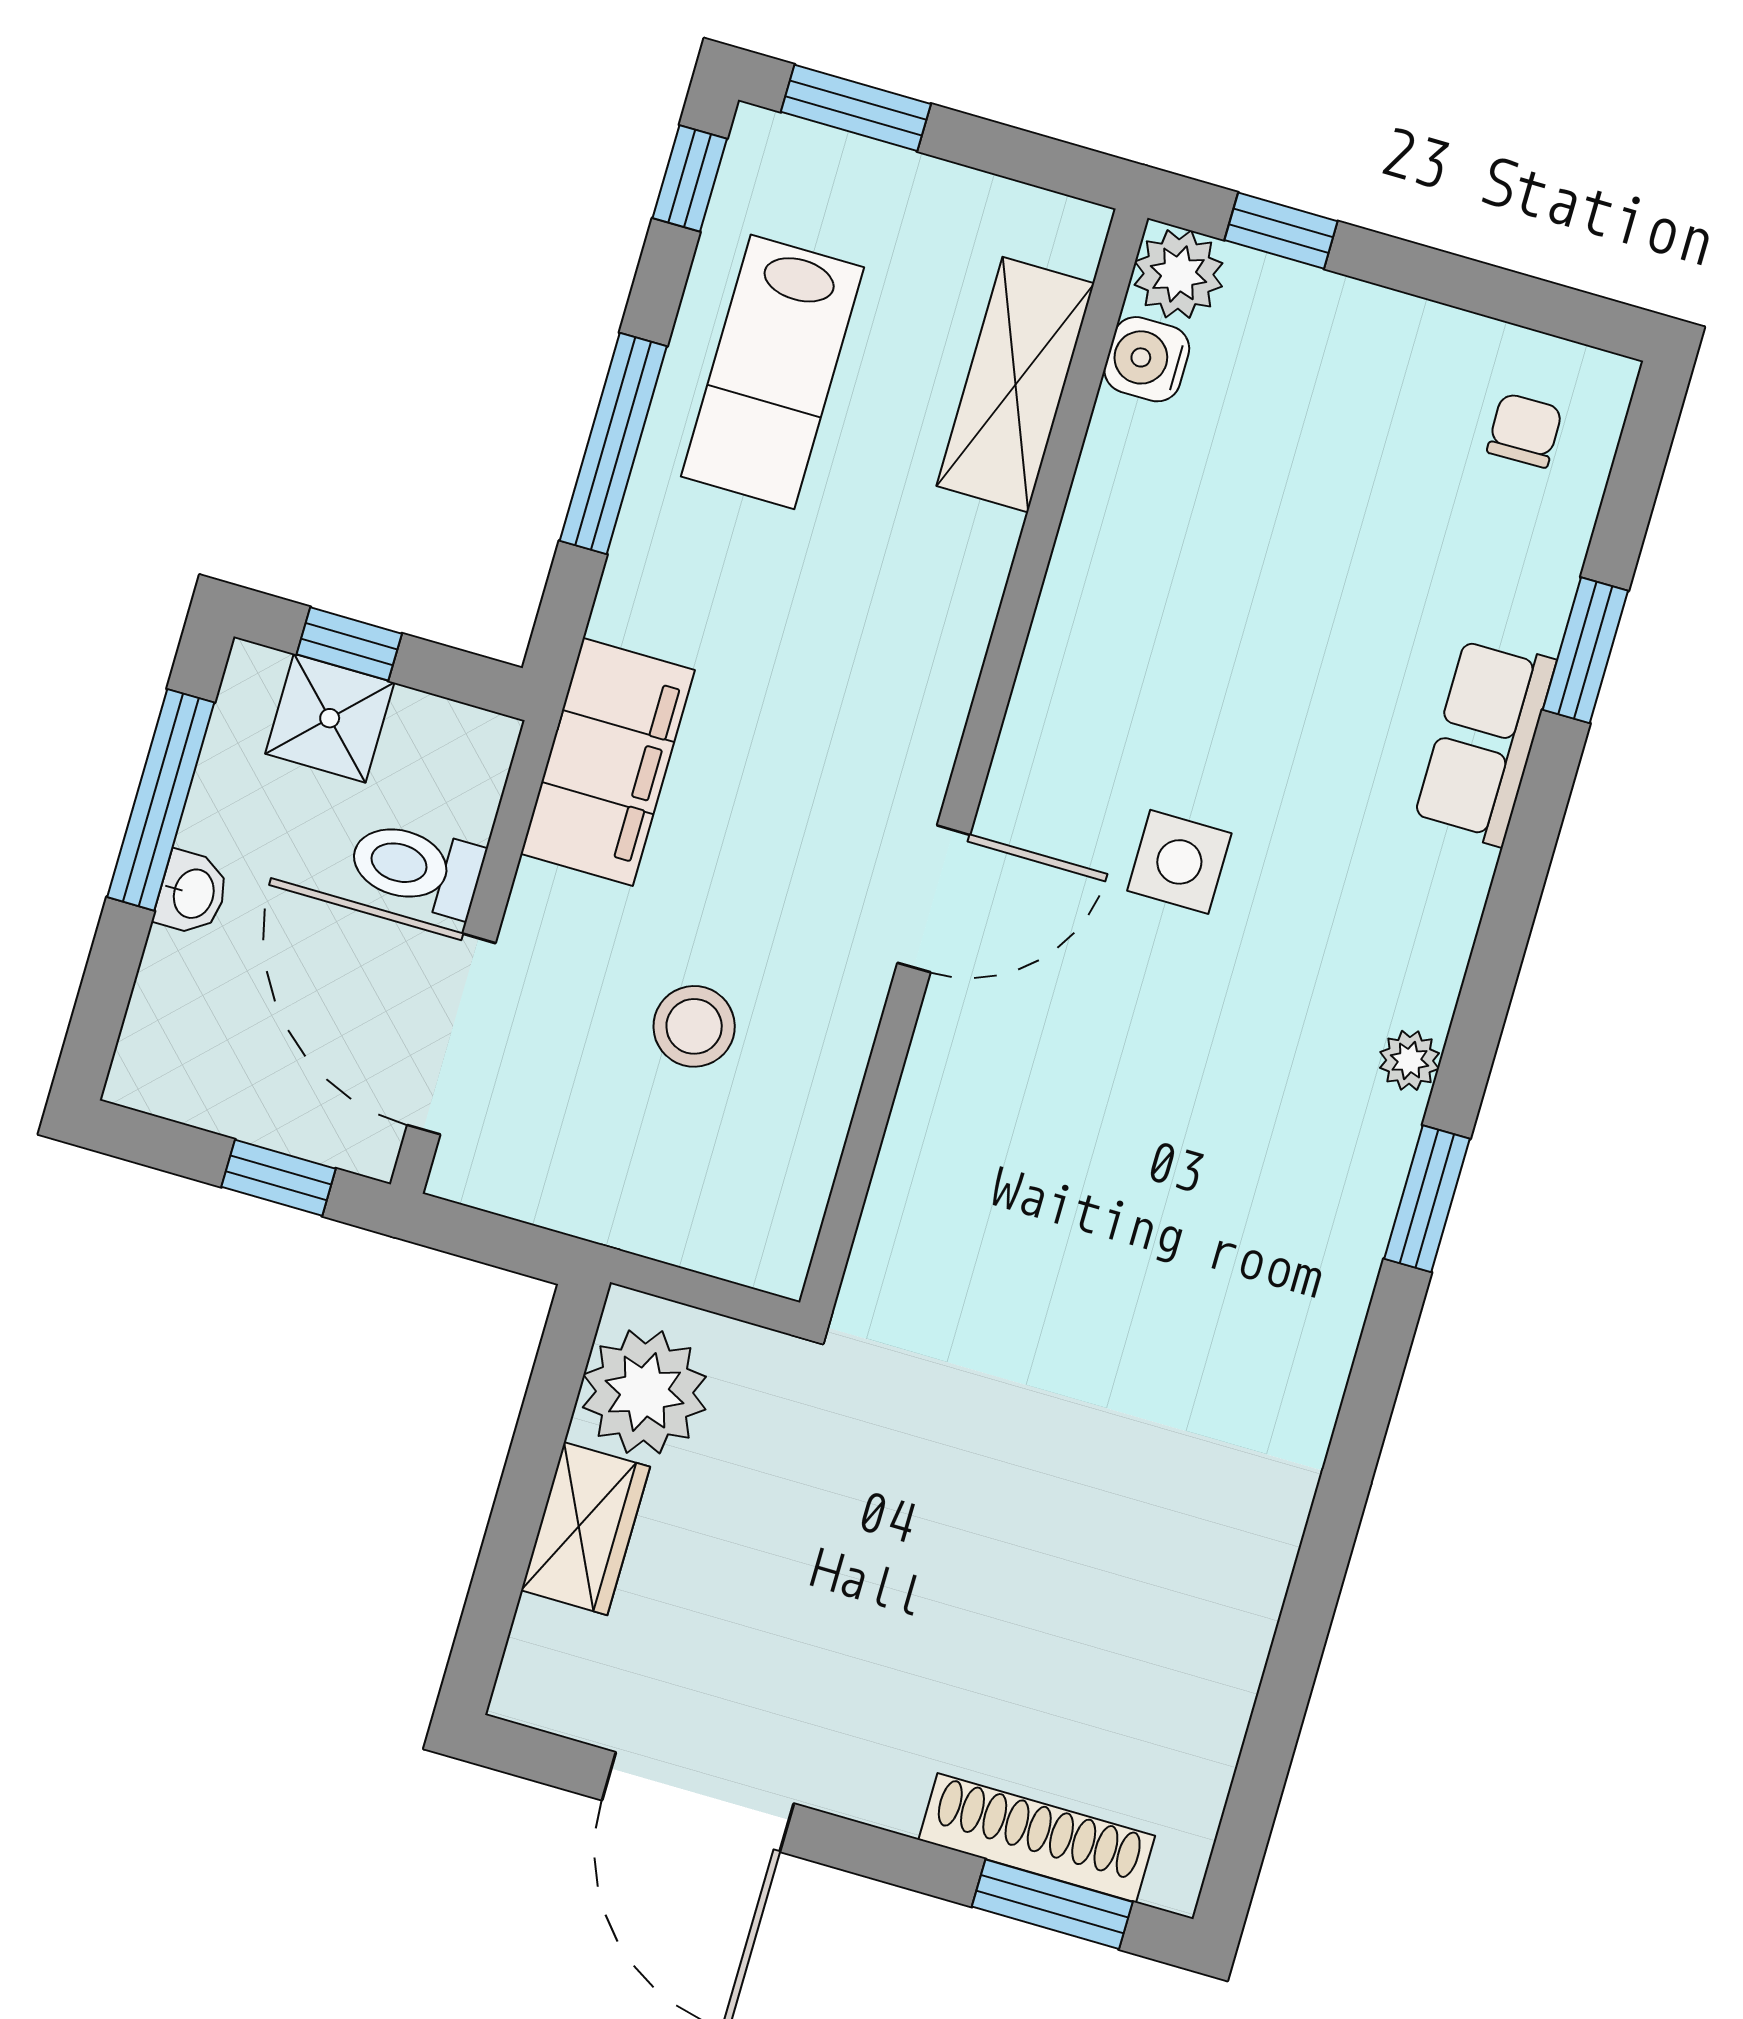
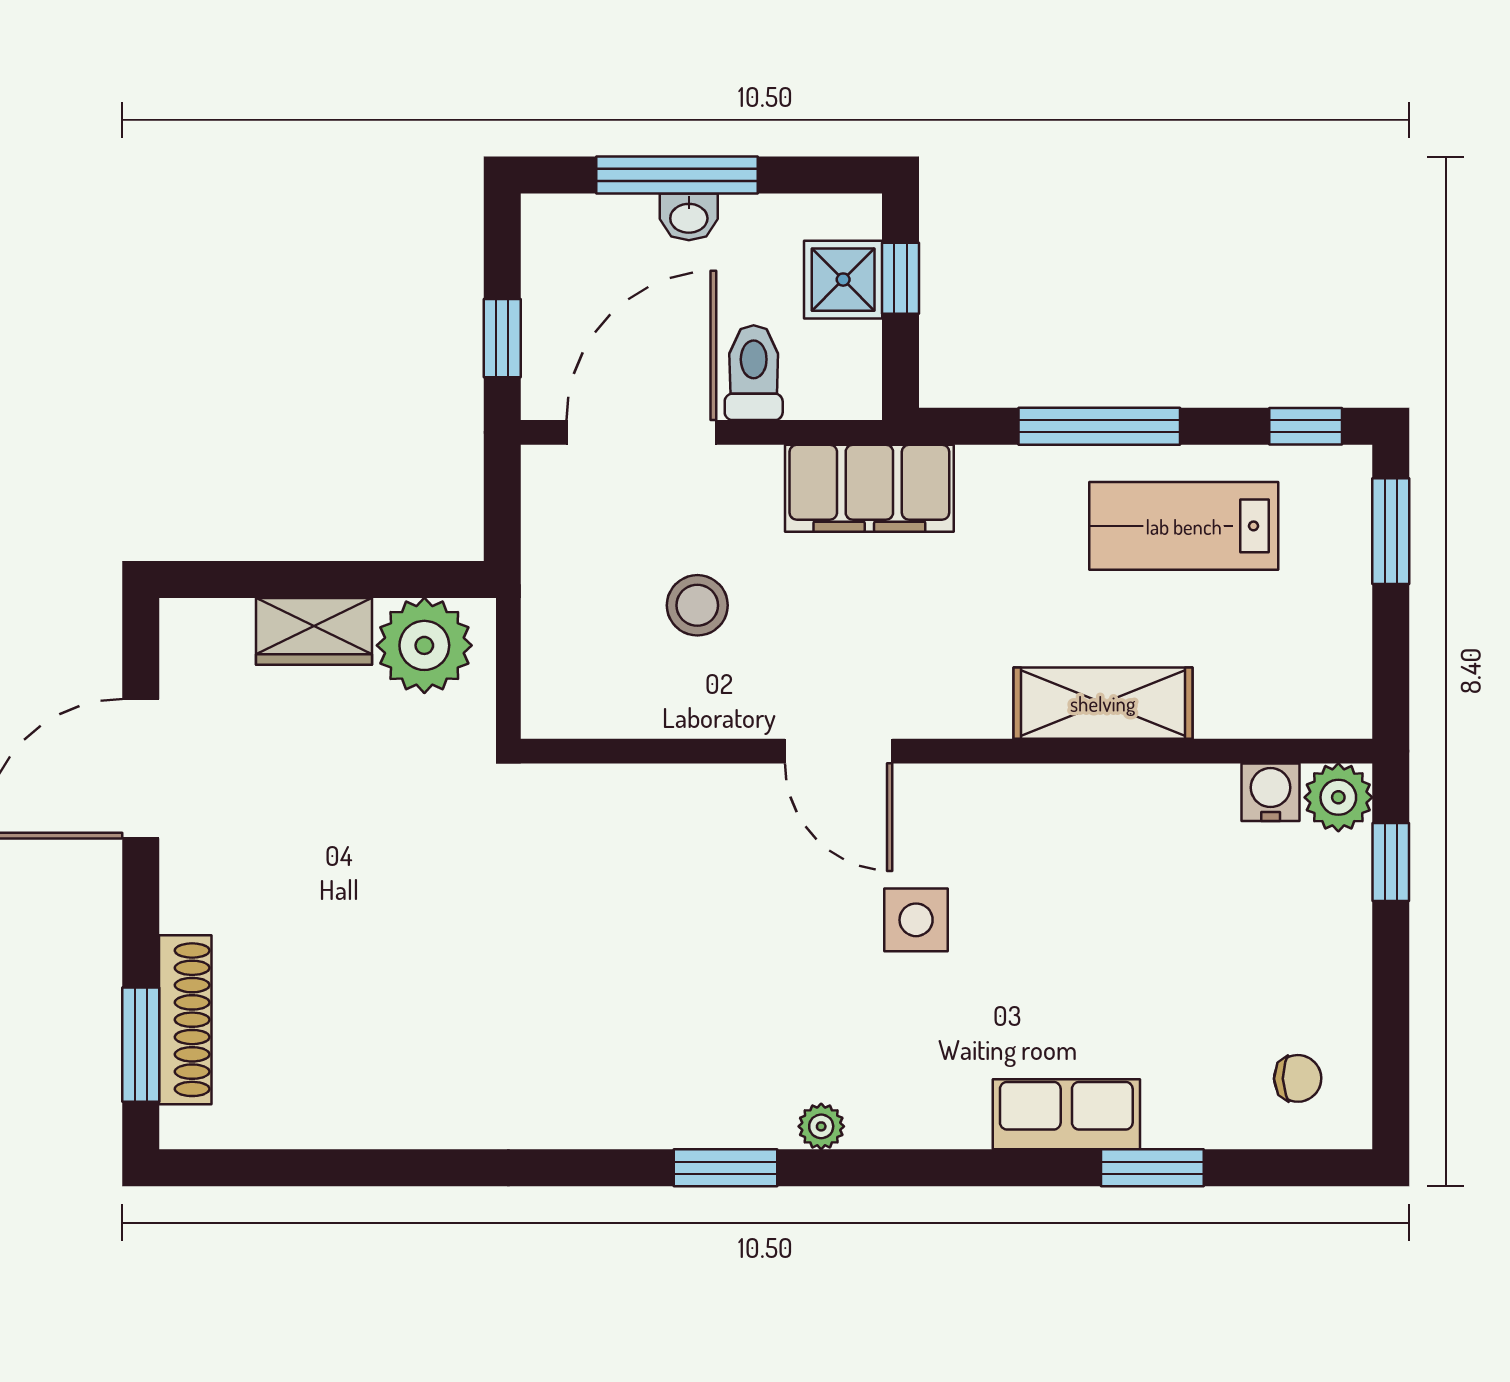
shelving: (1015, 385) -> (1103, 703), moved
window: (161, 800) -> (677, 175), moved

